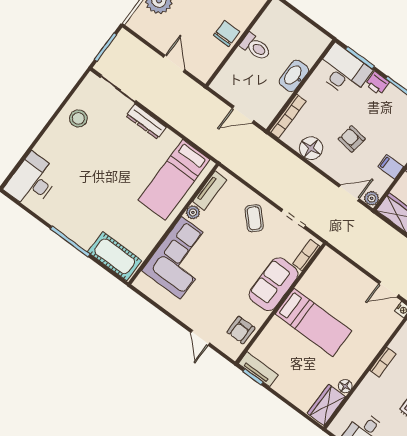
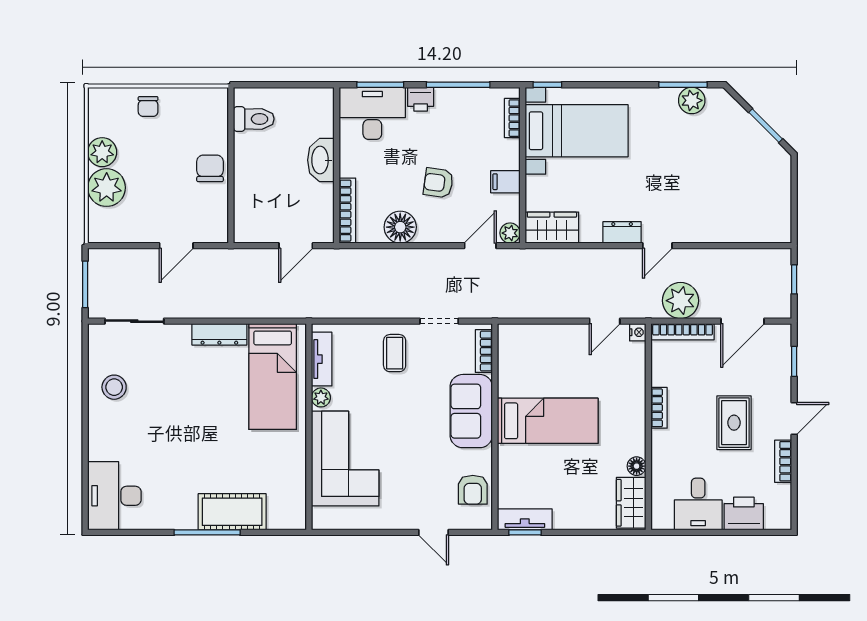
toilet: (256, 47) -> (254, 119), moved
door: (174, 64) -> (176, 246), swing flipped
dresser: (146, 122) -> (219, 334), moved
coffee table: (254, 218) -> (395, 353), turned 43
cot: (115, 256) -> (232, 512), moved

